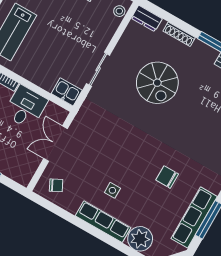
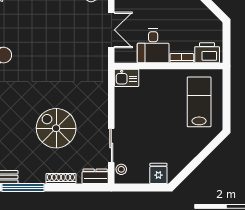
sliding door: (98, 69) -> (111, 146), moved
side table: (112, 190) -> (42, 18), removed

